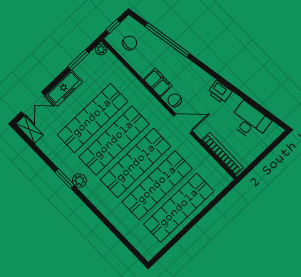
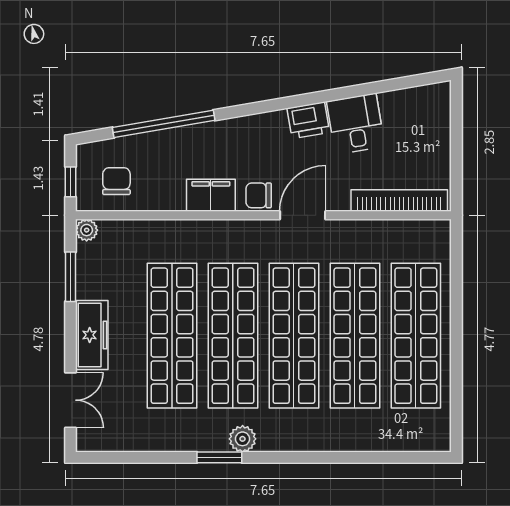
desk: (250, 121) -> (356, 124), moved, width x0.73
shelving: (29, 129) -> (102, 440), removed

